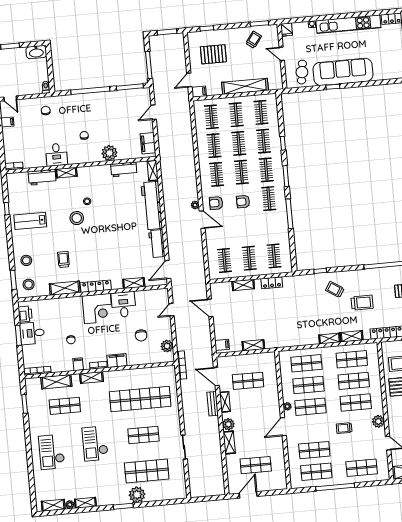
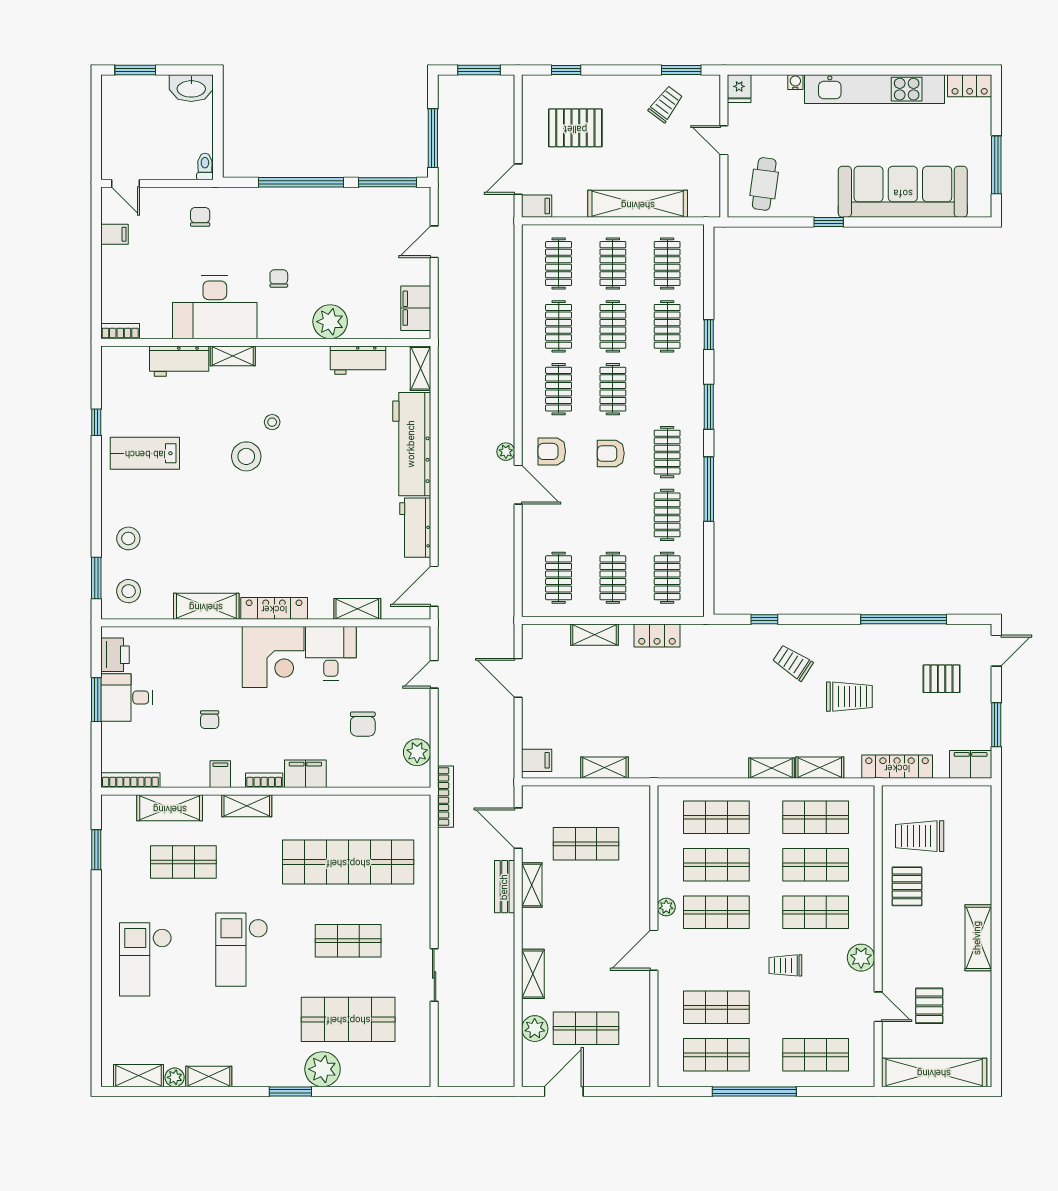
sofa: (343, 72) -> (903, 192), moved
desk: (56, 155) -> (215, 307), width x1.87, depth x1.30
clothes rail: (266, 170) -> (667, 515), moved
trolley: (63, 259) -> (209, 544), removed
plant: (228, 424) -> (535, 1029), moved

